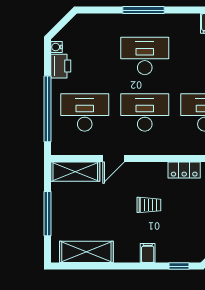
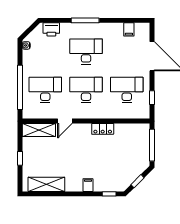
printer: (61, 66) -> (51, 29), moved, turned 90
locker: (184, 170) -> (103, 129), moved
trolley: (149, 205) -> (89, 152), removed
window: (47, 214) -> (20, 158), width x0.46

